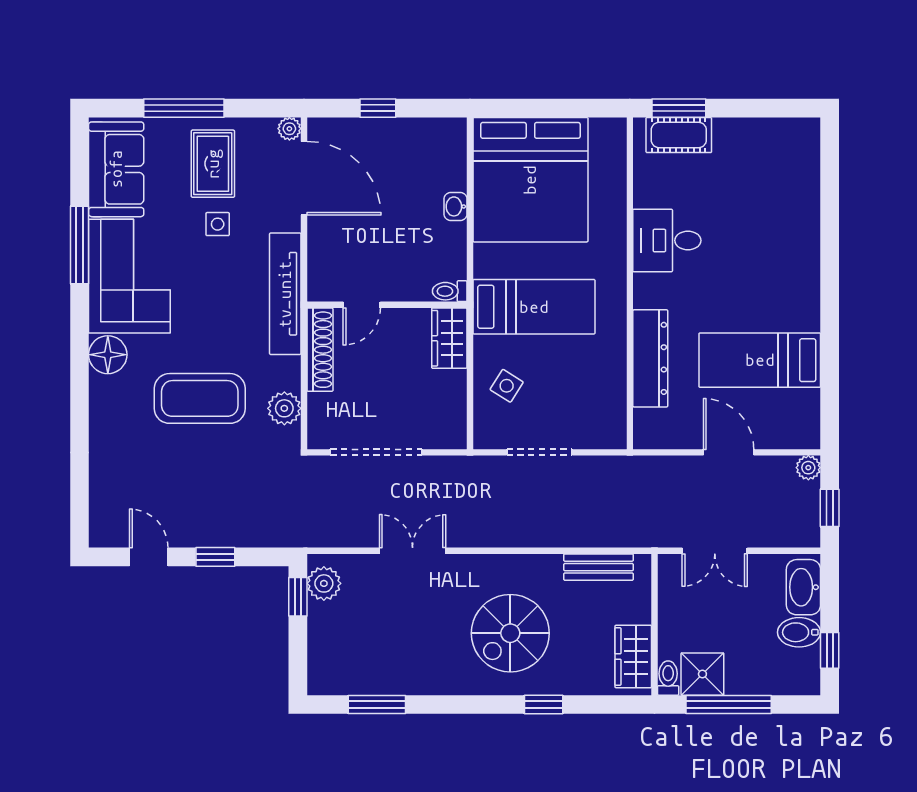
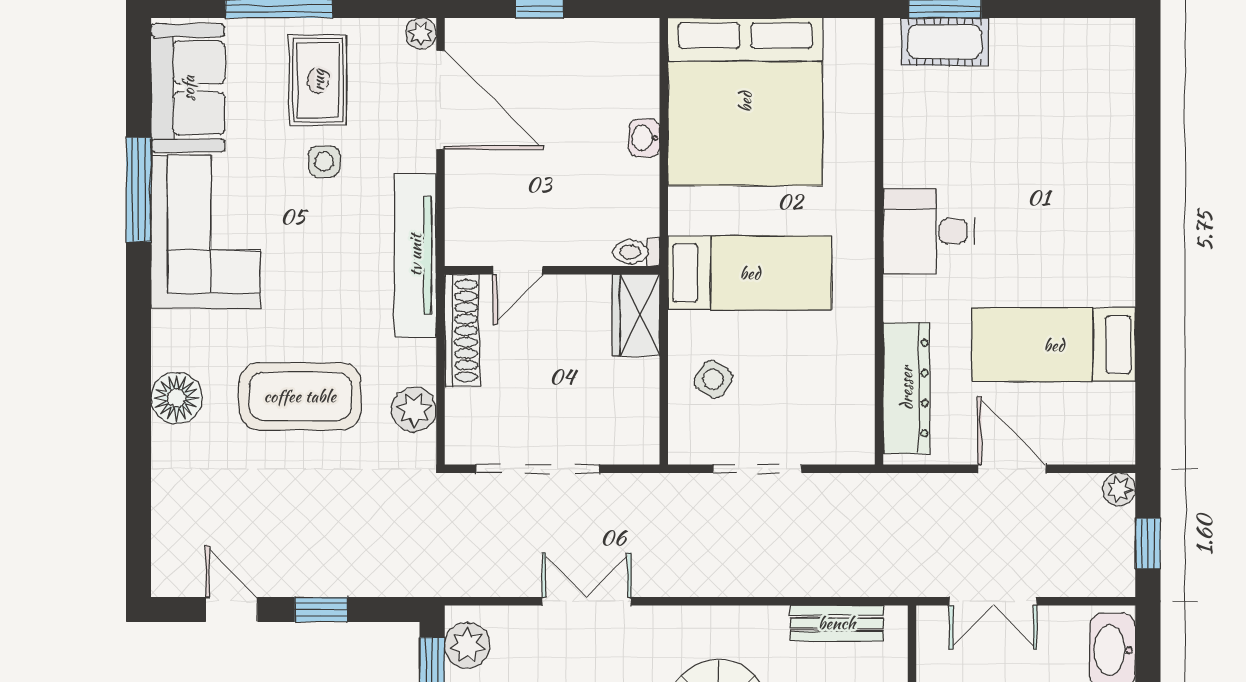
desk: (667, 241) -> (929, 231), moved
floor lamp: (108, 355) -> (176, 398), moved
dresser: (650, 358) -> (906, 388), moved

